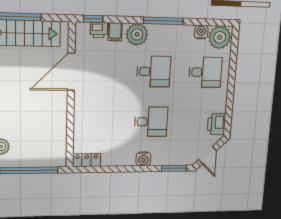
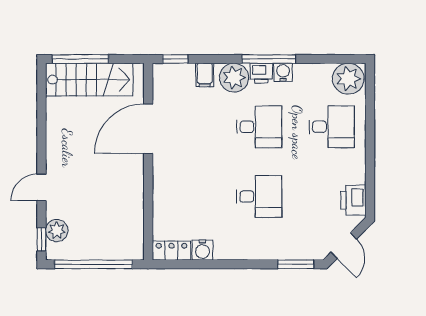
printer: (99, 30) -> (261, 73), moved
water cooler: (201, 32) -> (283, 72), moved
water cooler: (143, 159) -> (202, 250), moved

